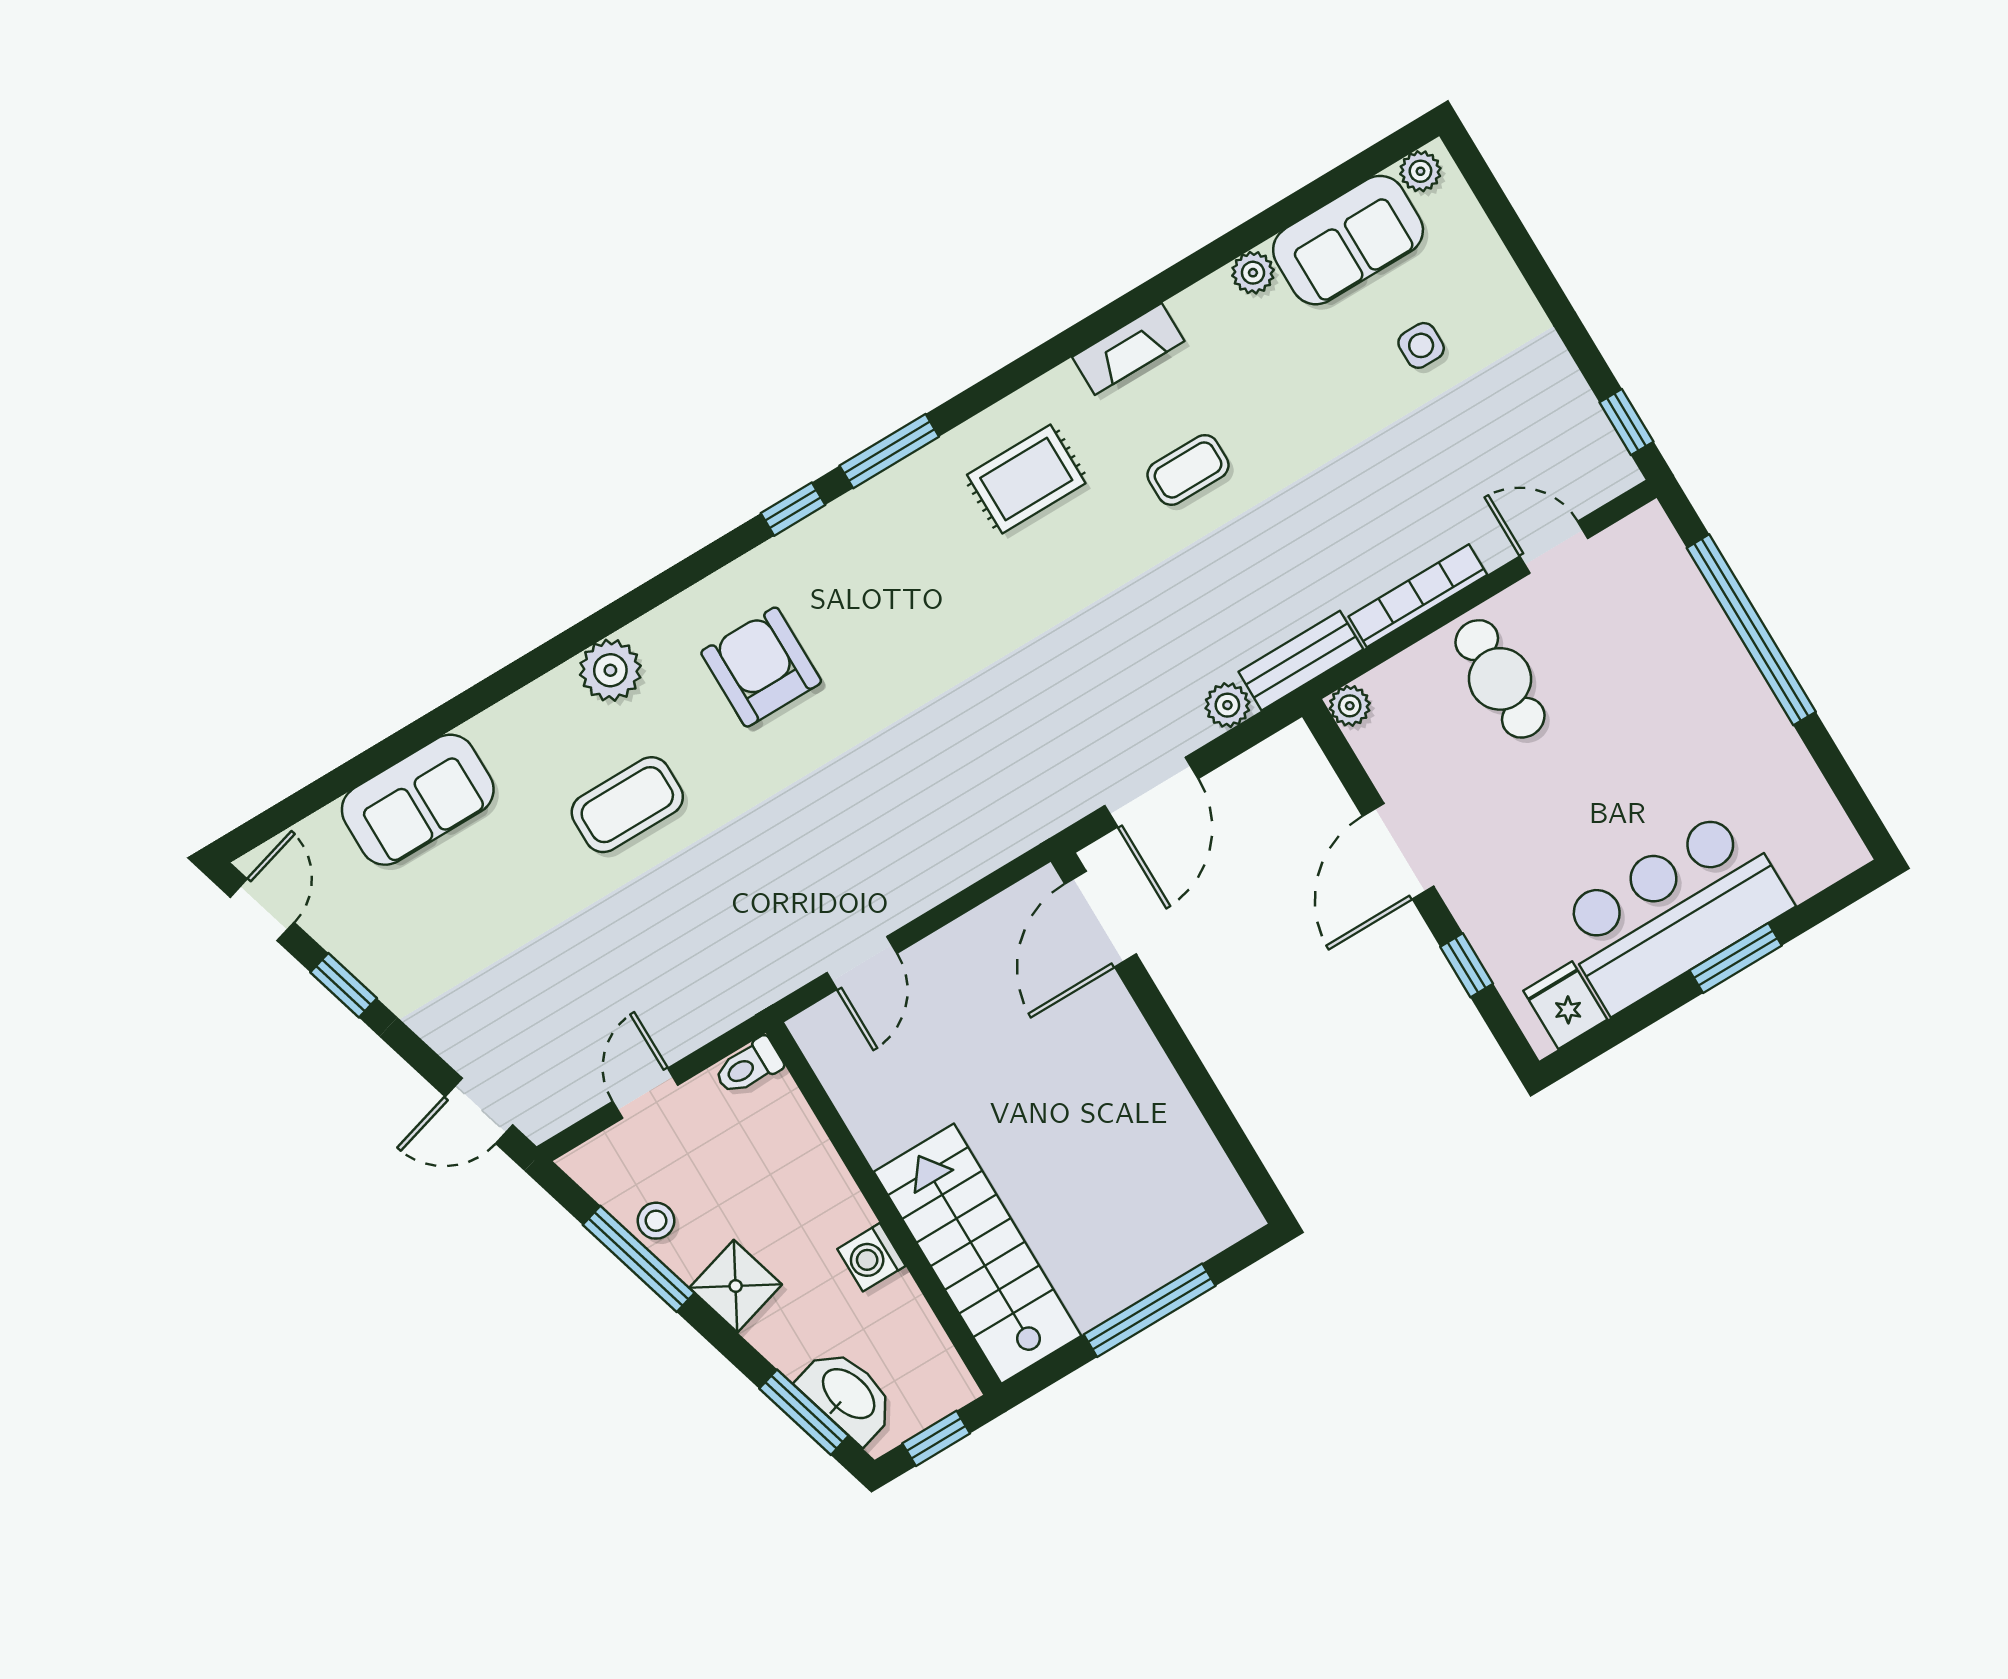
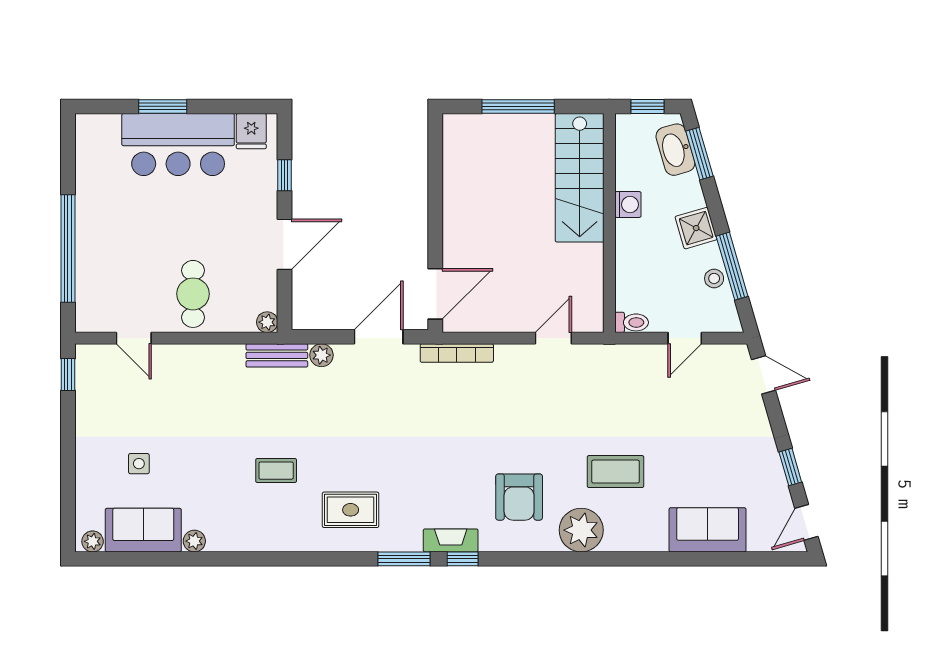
fireplace: (1128, 349) -> (451, 540), moved
bookcase: (1418, 596) -> (457, 353), moved
plant: (610, 670) -> (581, 530), width x1.36, depth x1.36

